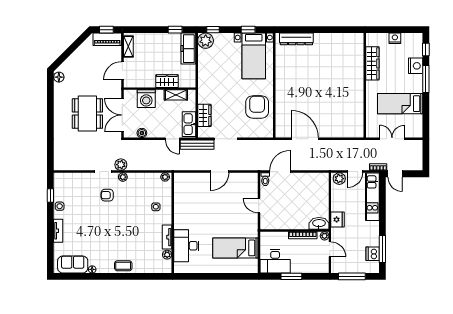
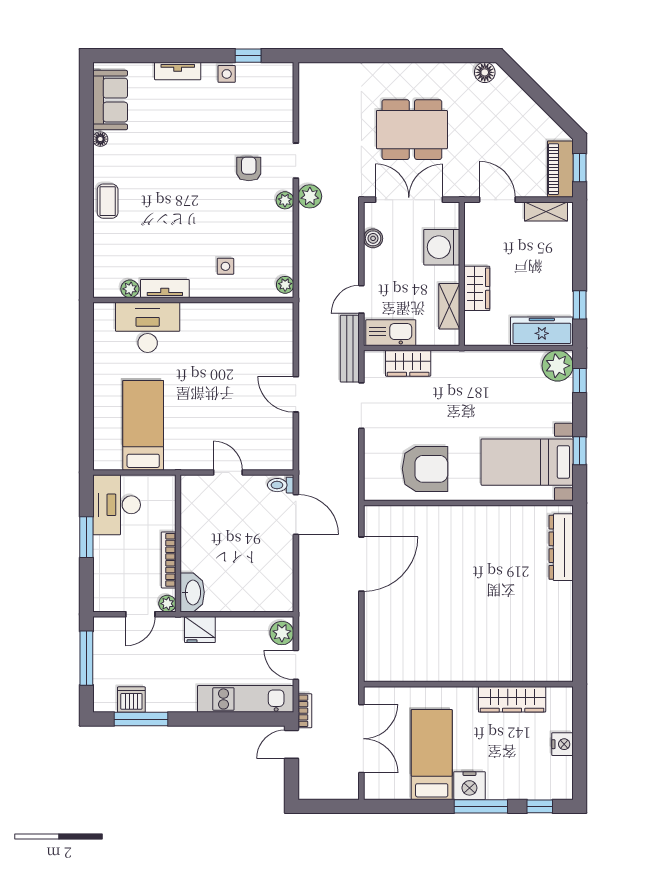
nightstand: (416, 66) -> (469, 786), moved
double door: (392, 139) -> (361, 739), width x1.37
door: (259, 206) -> (228, 472), hinge flipped

